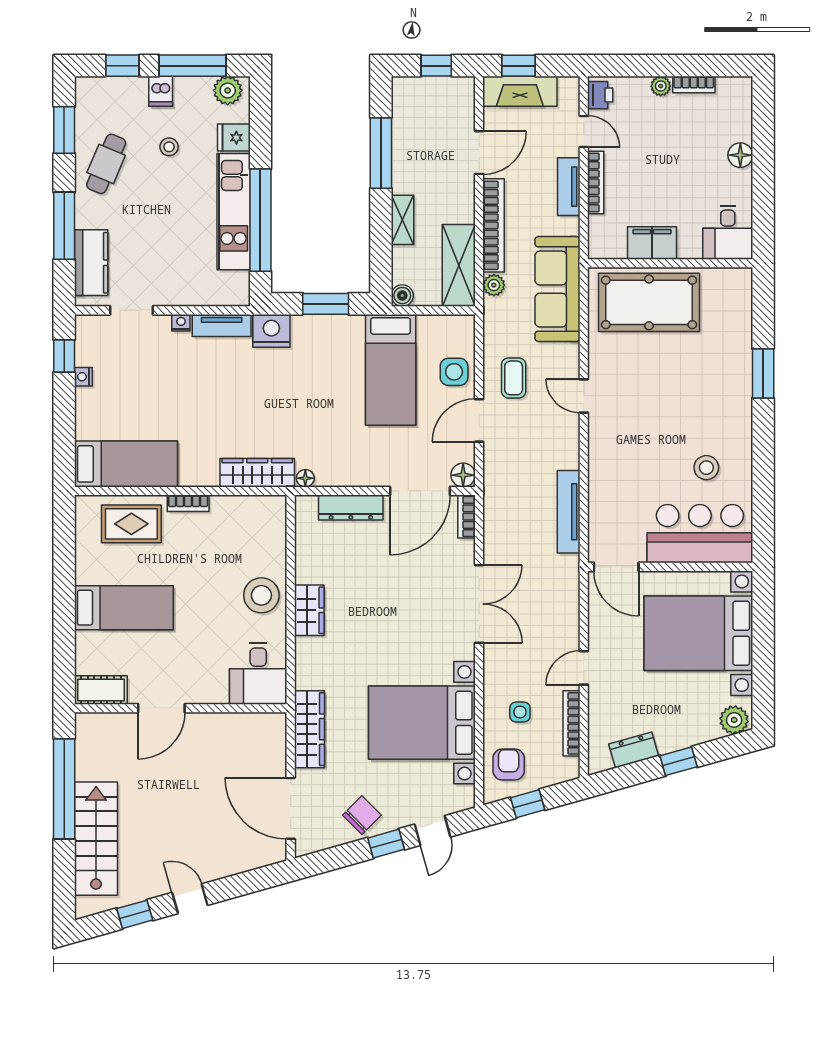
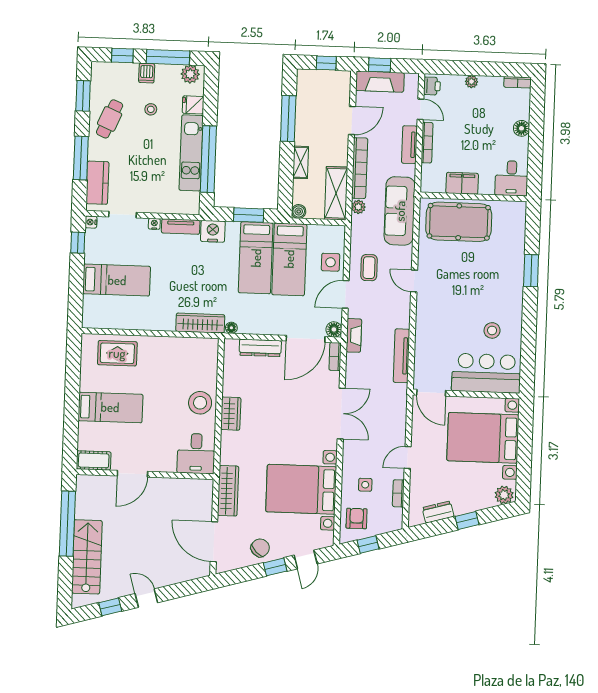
bookcase: (694, 84) -> (518, 82), moved
bed: (339, 369) -> (256, 258), added
nightstand: (83, 377) -> (91, 222), moved
bed: (126, 464) -> (117, 280), moved
fireplace: (494, 483) -> (354, 335), added
bookcase: (188, 503) -> (155, 341), removed
bookcase: (571, 723) -> (398, 493), width x0.64

